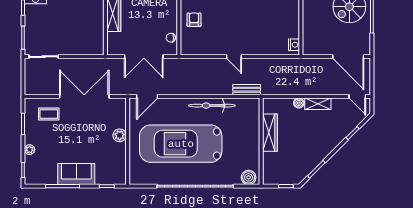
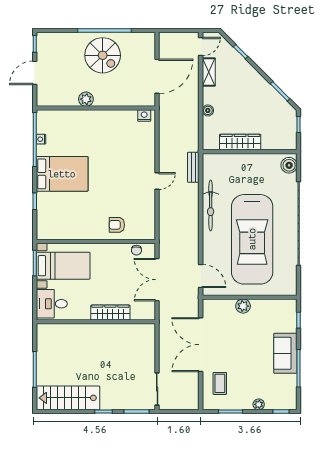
double door: (144, 57) -> (157, 280), swing flipped
door: (348, 57) -> (157, 76), moved
shelving: (318, 104) -> (209, 72), moved

